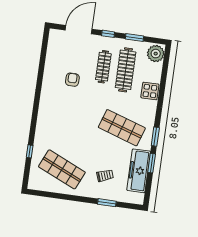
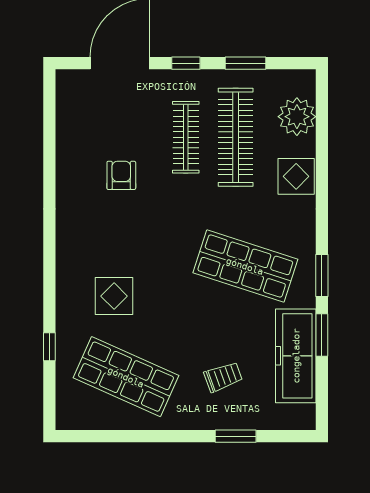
plant: (156, 54) -> (297, 117), moved
display table: (62, 133) -> (114, 296), added

